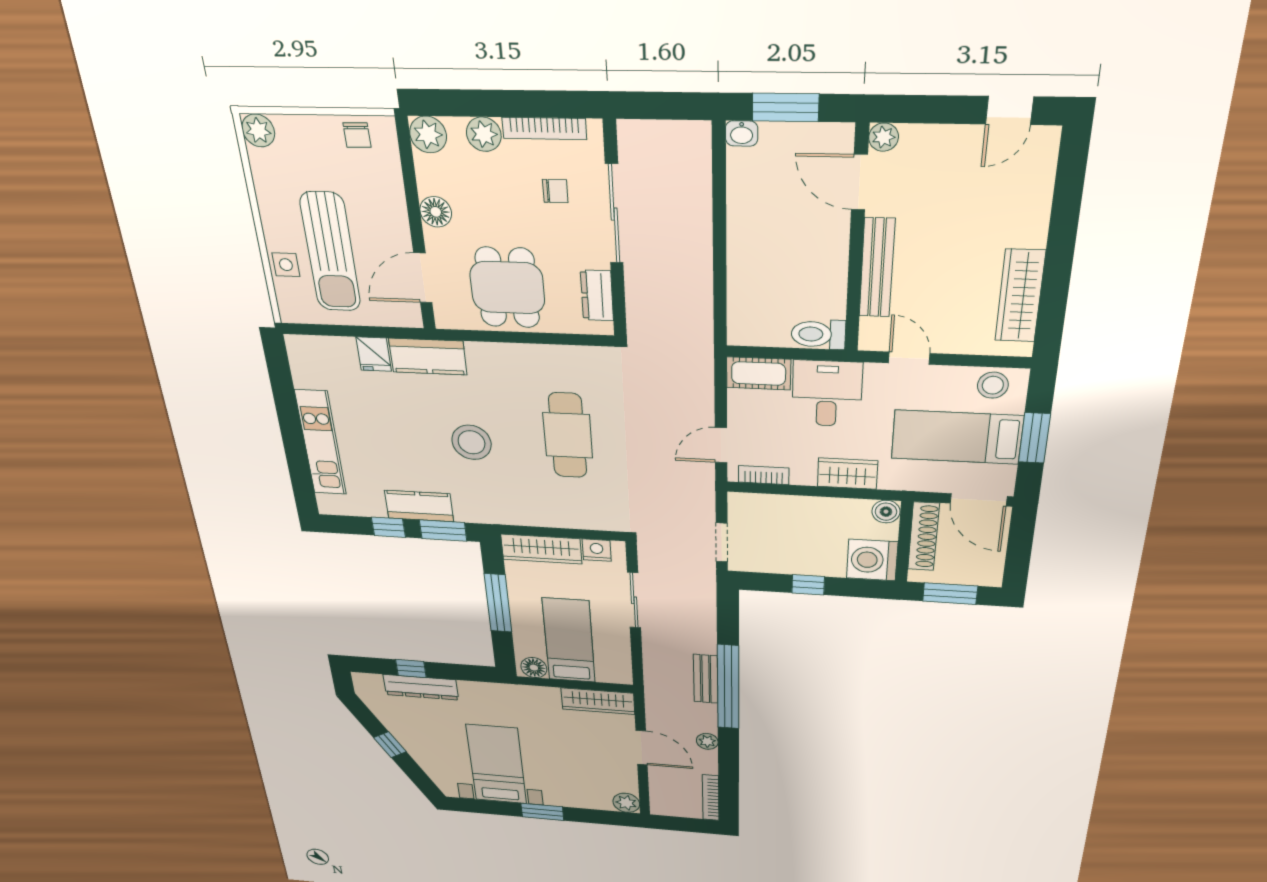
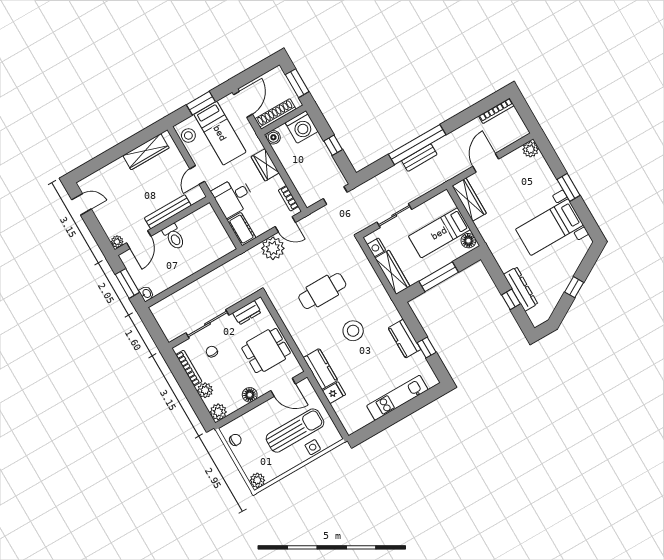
toilet: (818, 334) -> (174, 237), moved
window: (443, 530) -> (412, 322), removed
plant: (707, 741) -> (273, 248), moved, width x1.87, depth x1.87

